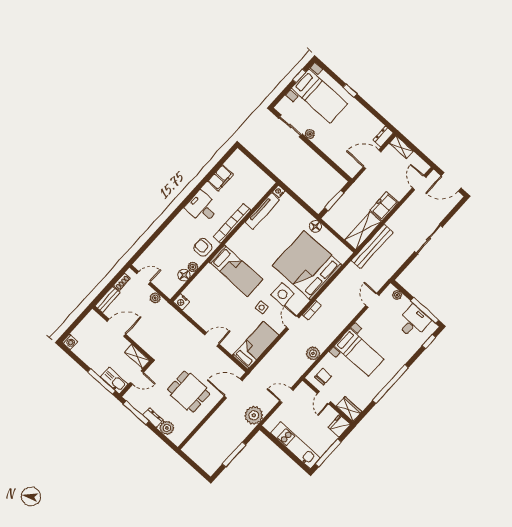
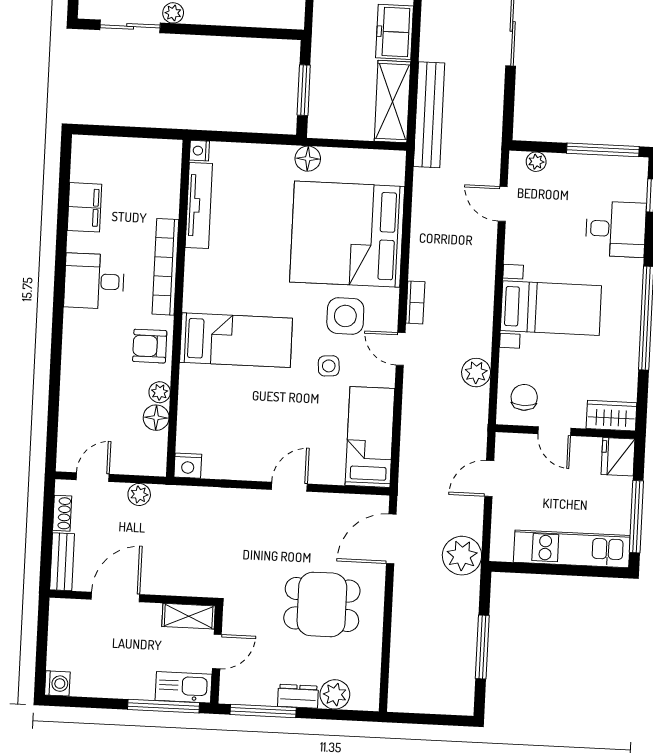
desk: (413, 322) -> (616, 229), moved, turned 90

